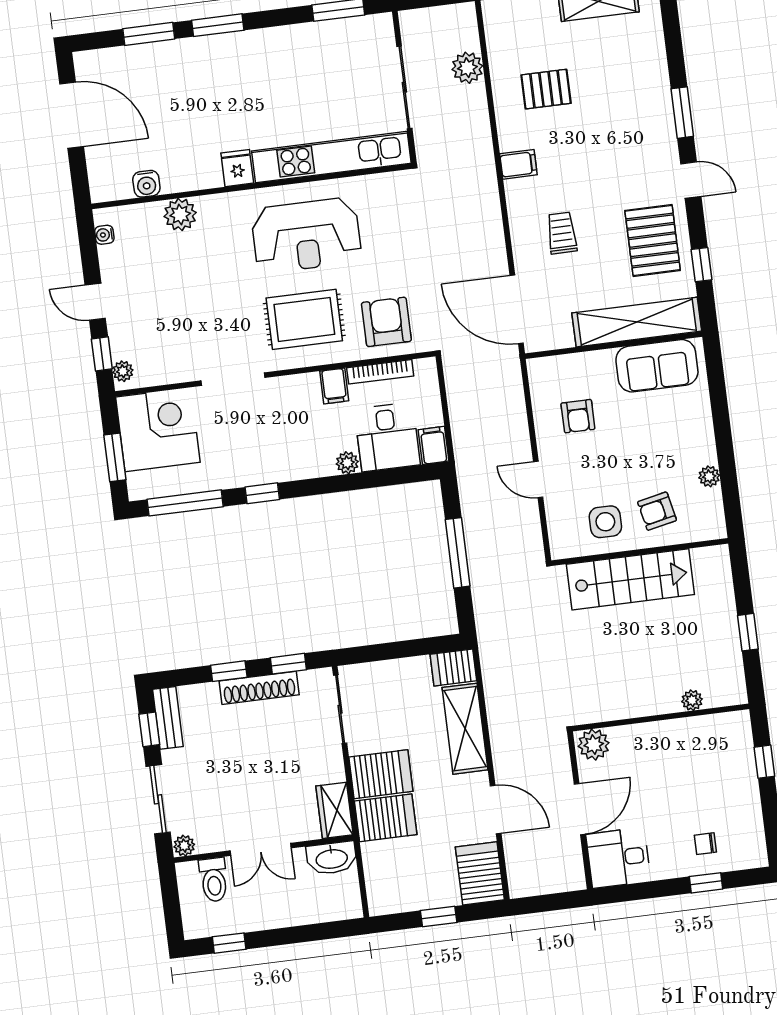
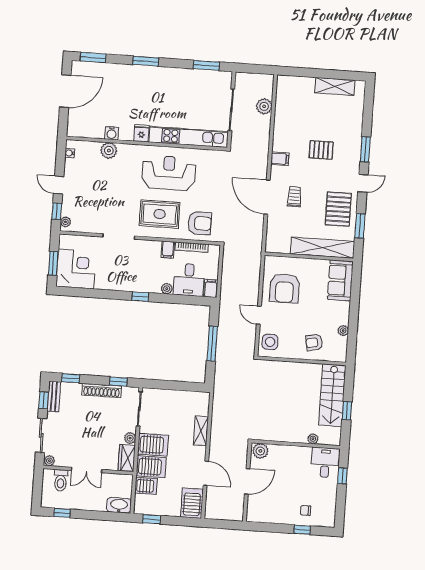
window: (149, 34) -> (93, 57), moved
pallet: (546, 89) -> (321, 150), moved
door: (72, 115) -> (65, 91), hinge flipped
door: (691, 180) -> (363, 183), hinge flipped
water cooler: (146, 184) -> (112, 133), moved
reception desk: (306, 235) -> (169, 173), turned 180
window: (702, 265) -> (360, 226), width x1.50
door: (517, 309) -> (267, 197), moved
armchair: (386, 322) -> (200, 223), turned 90
sofa: (657, 366) -> (340, 280), moved, turned 90
armchair: (578, 416) -> (285, 288), width x1.88, depth x1.88
corner desk: (158, 430) -> (76, 269), moved
window: (262, 493) -> (140, 297), moved
window: (185, 503) -> (83, 293), removed
side table: (605, 522) -> (270, 342), moved
stairs: (630, 579) -> (332, 395), moved, turned 90
server rack: (453, 667) -> (146, 486), moved, turned 180
window: (229, 671) -> (71, 378), moved
shelving: (465, 729) -> (201, 431), width x0.67, depth x0.75
plant: (333, 770) -> (130, 438), added
washbasin: (332, 858) -> (119, 505), moved, turned 180
desk: (618, 858) -> (325, 462), moved, turned 90
window: (439, 917) -> (152, 519), moved

